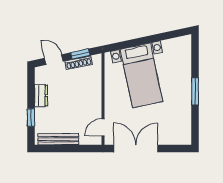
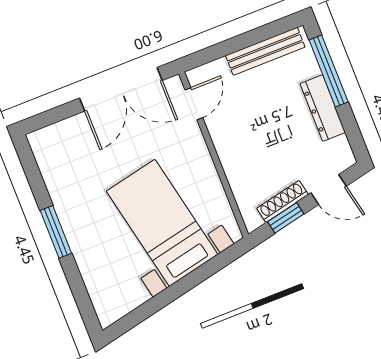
dresser: (41, 96) -> (323, 108), width x1.44
window: (31, 117) -> (329, 71), width x2.17

